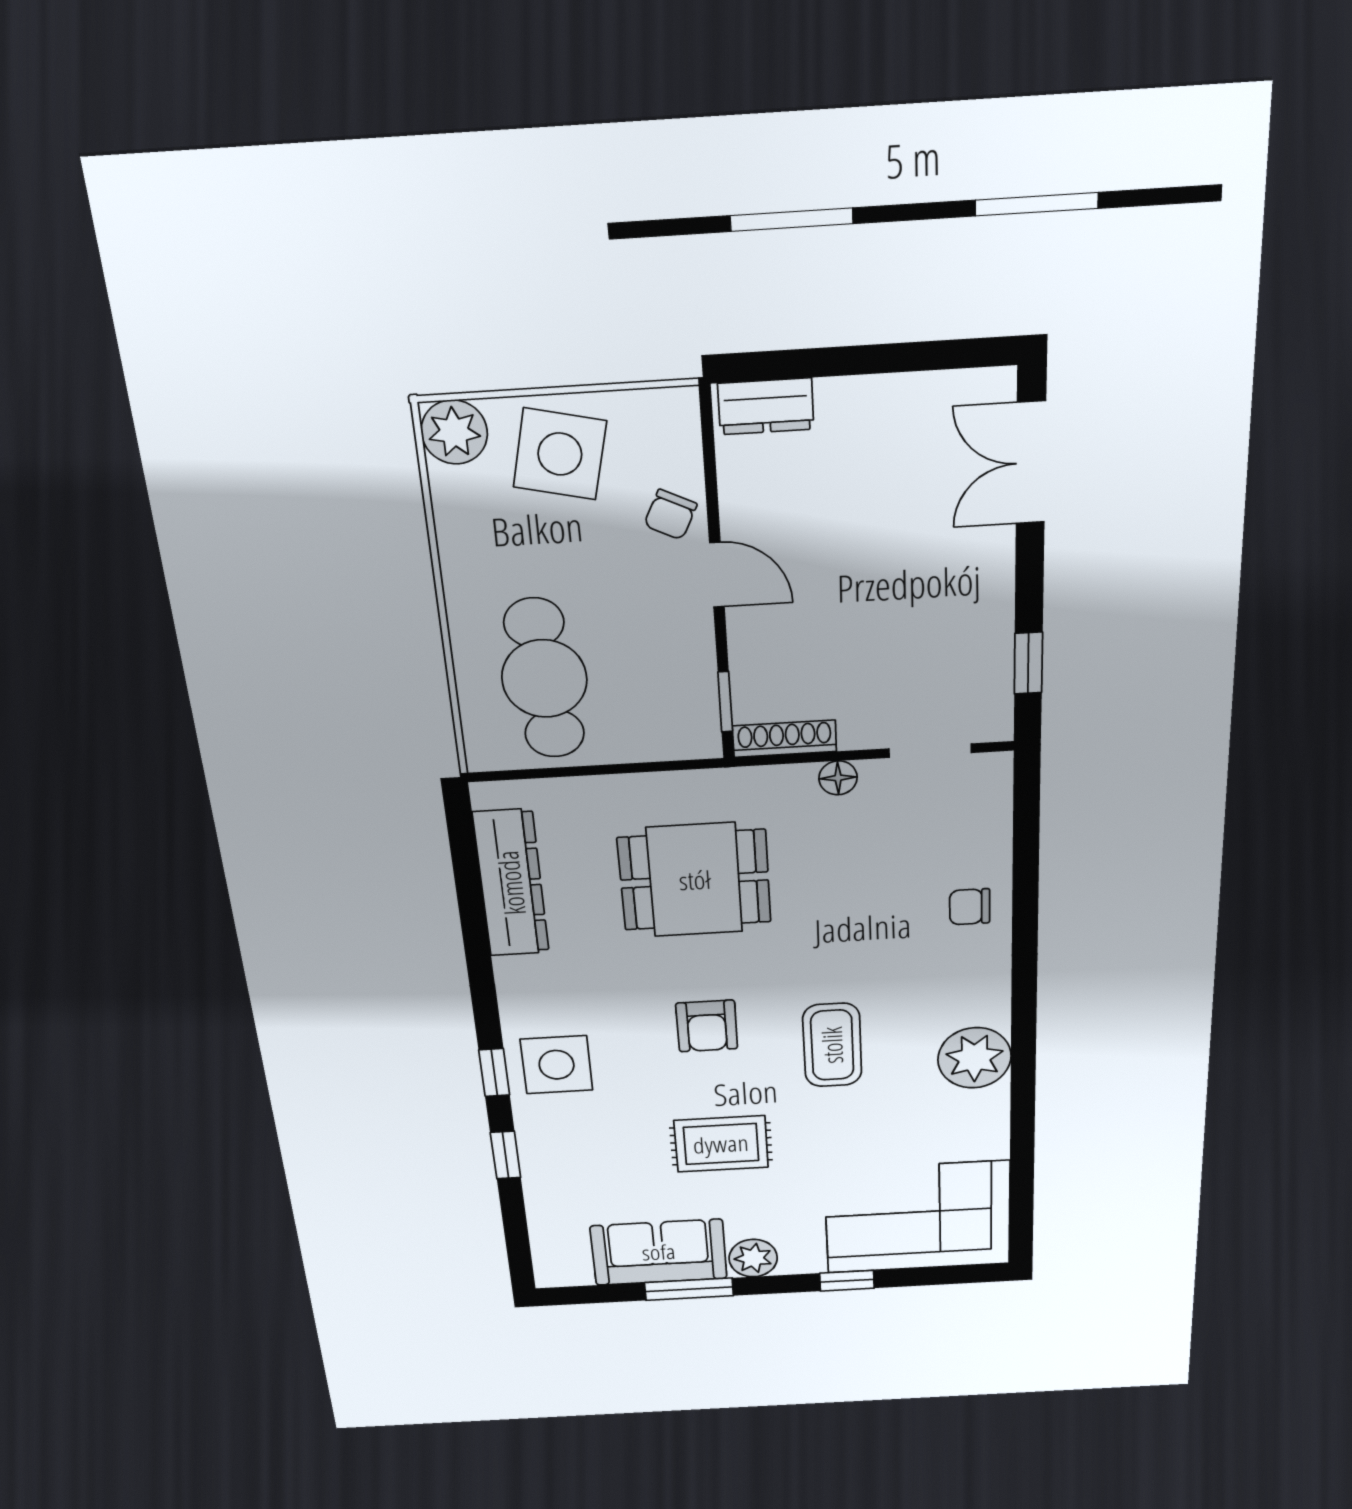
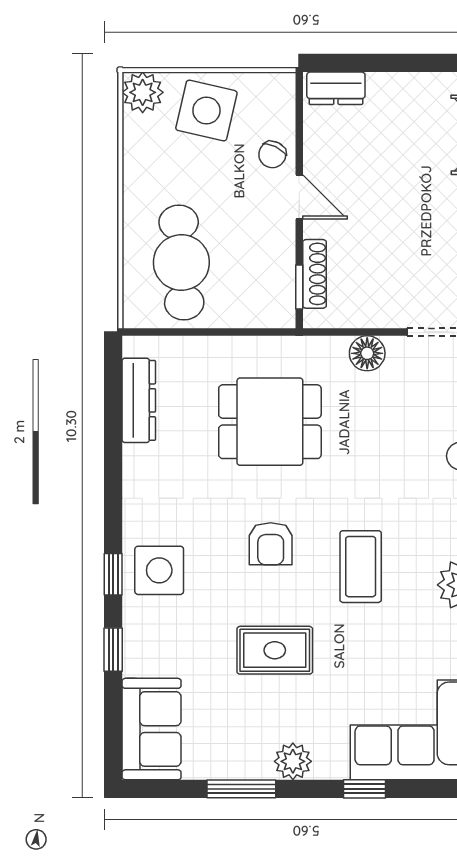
shoe rack: (785, 739) -> (314, 274), moved, turned 90
floor lamp: (838, 778) -> (367, 353), width x1.37, depth x1.37
dresser: (511, 883) -> (139, 400), width x0.73, depth x0.80
sofa: (659, 1252) -> (152, 729), moved, turned 90

